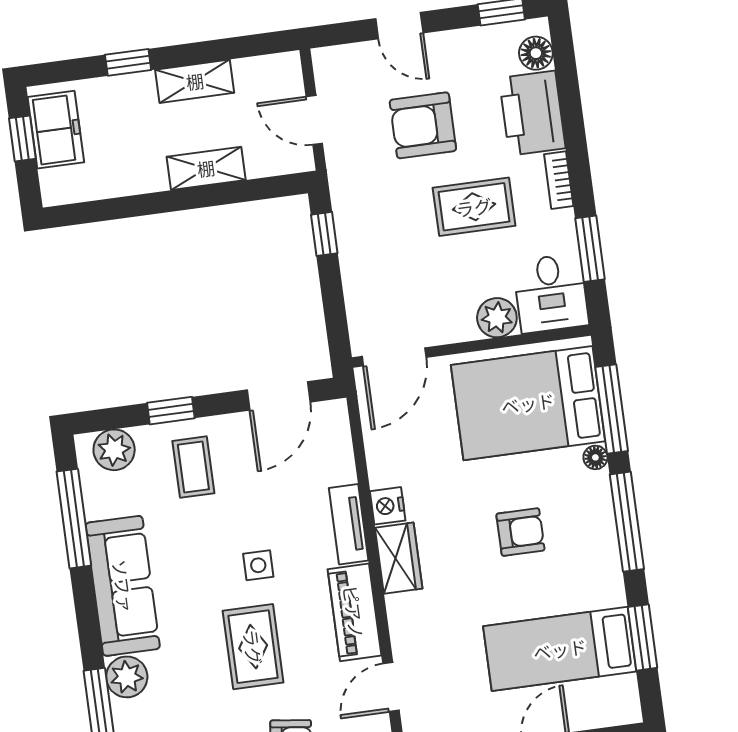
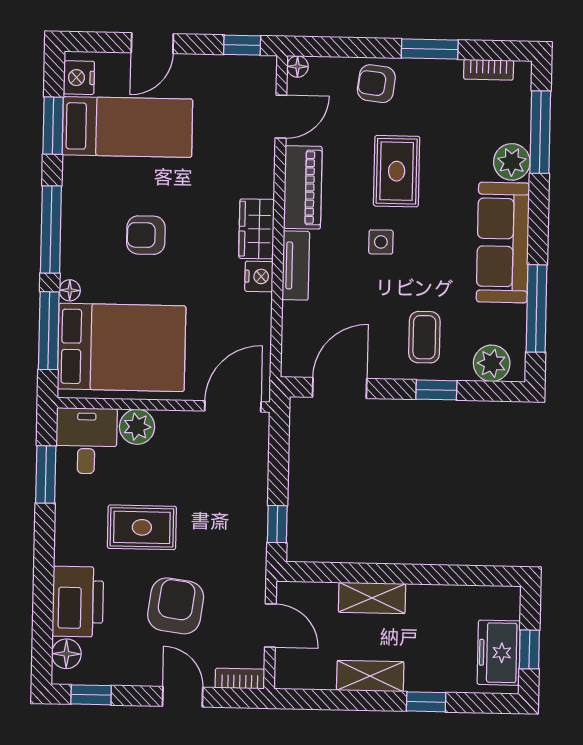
armchair: (423, 125) -> (176, 606), turned -82
bookcase: (559, 180) -> (240, 679), moved, turned -90
nightstand: (622, 695) -> (79, 78), added

